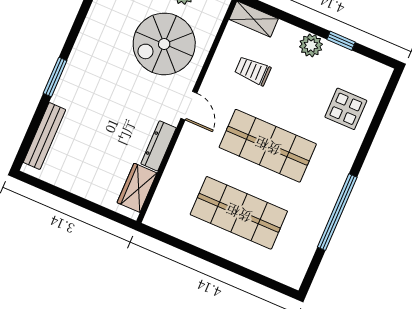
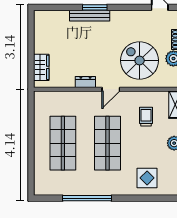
bench: (44, 136) -> (90, 16), moved
dresser: (159, 146) -> (85, 82), width x0.70
wardrobe: (137, 188) -> (41, 67), moved, turned 90

